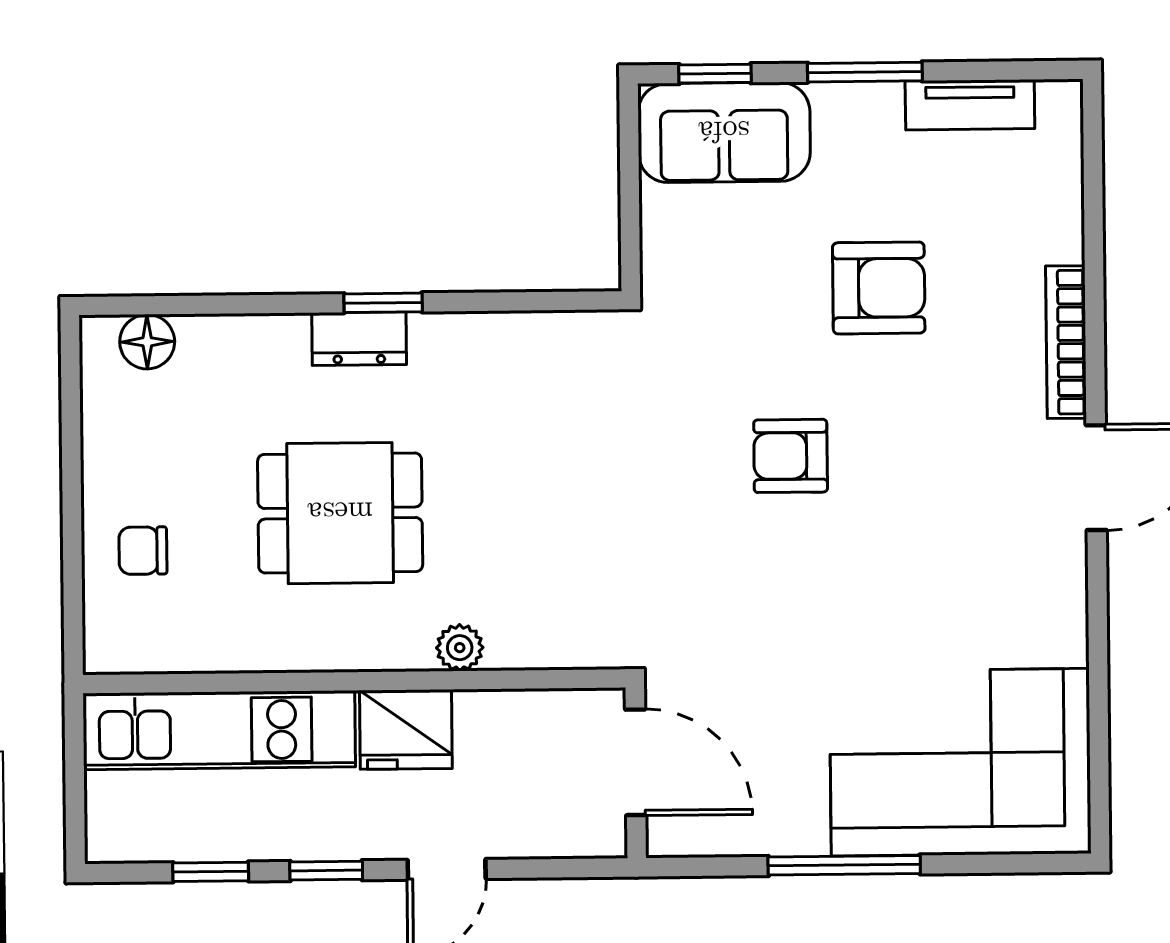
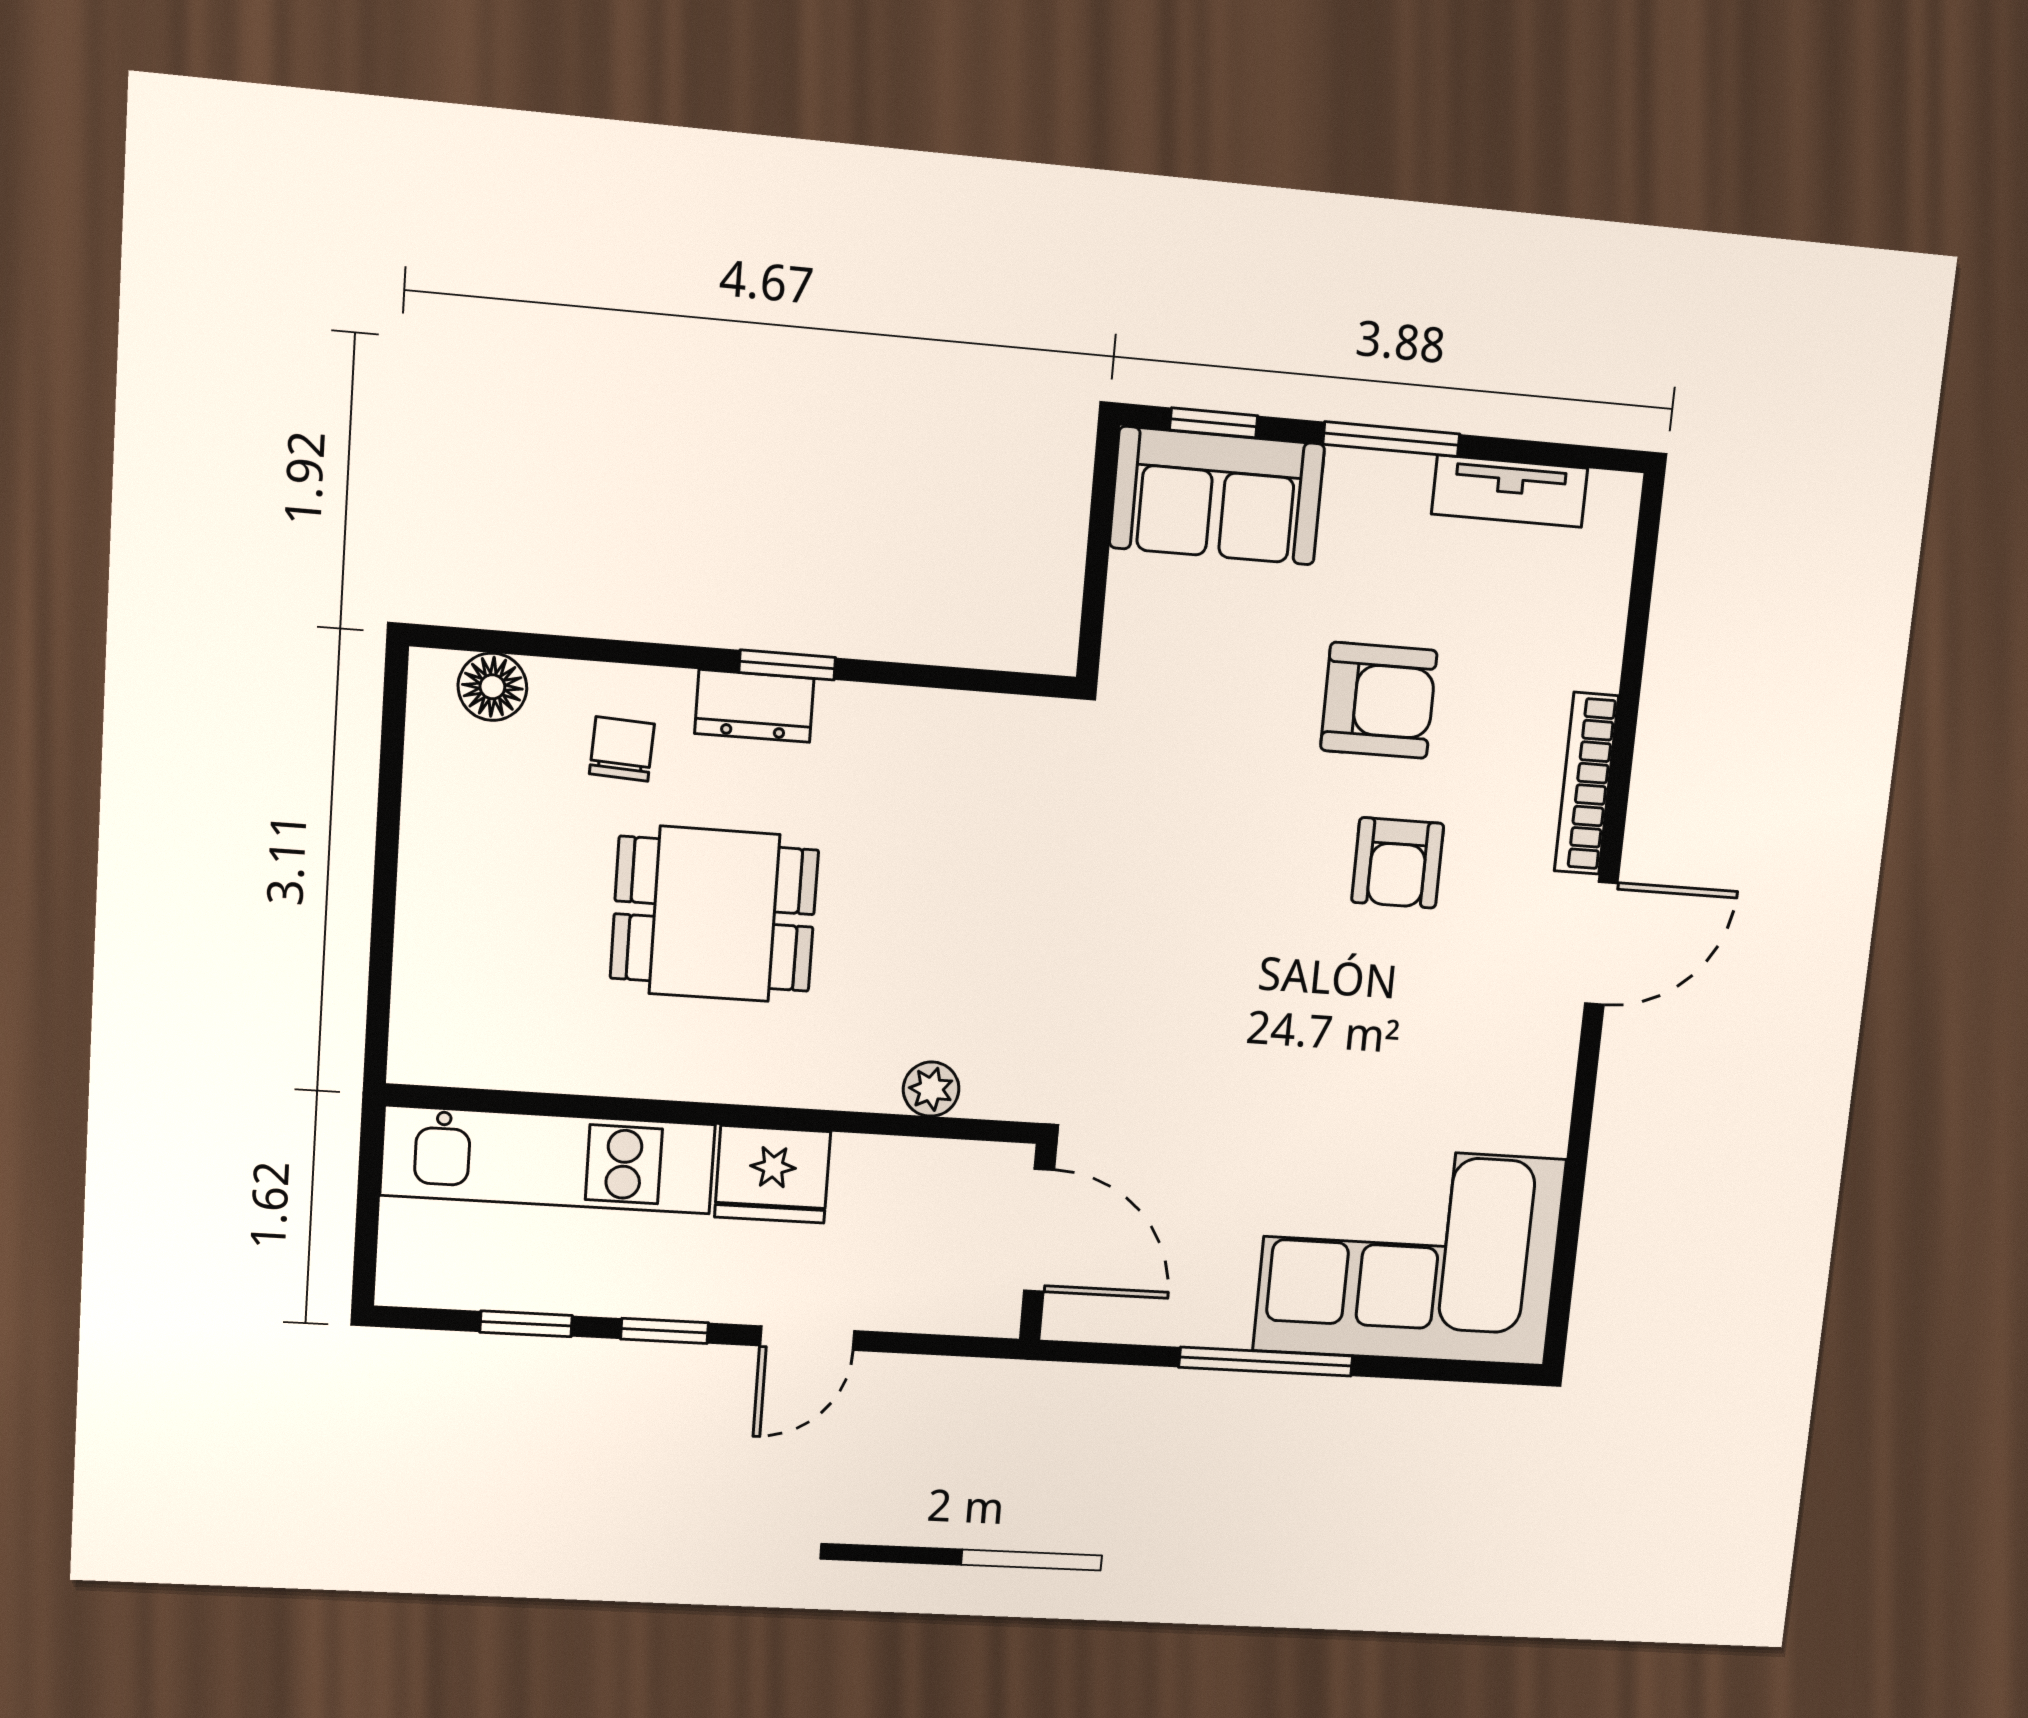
armchair: (791, 456) -> (1398, 863), moved, turned -90
chair: (143, 551) -> (622, 749), moved, turned 93
plant: (460, 648) -> (931, 1089), moved

